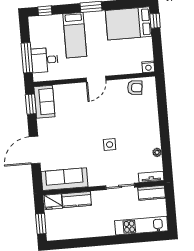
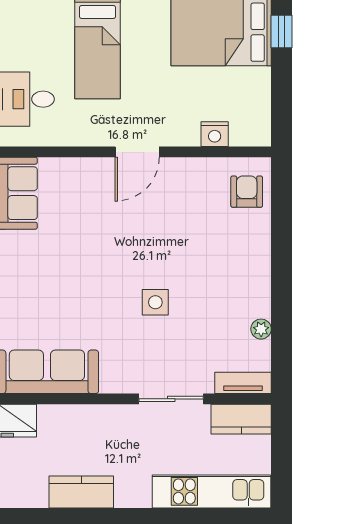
nightstand: (148, 67) -> (215, 134), moved
armchair: (135, 88) -> (247, 192), moved, turned -96
kitchen counter: (77, 200) -> (81, 492), moved, turned 180

